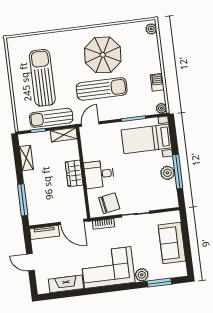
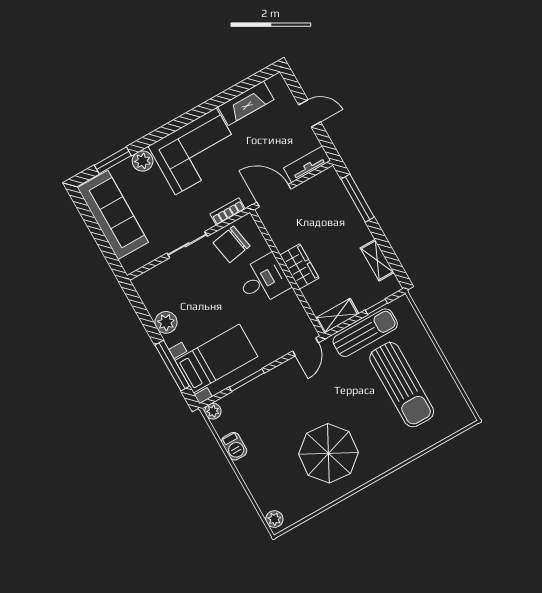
sun lounger: (102, 89) -> (310, 404), removed
window: (178, 172) -> (172, 366), moved
sofa: (172, 243) -> (113, 215), width x1.36

